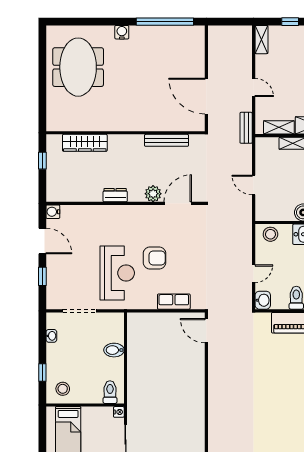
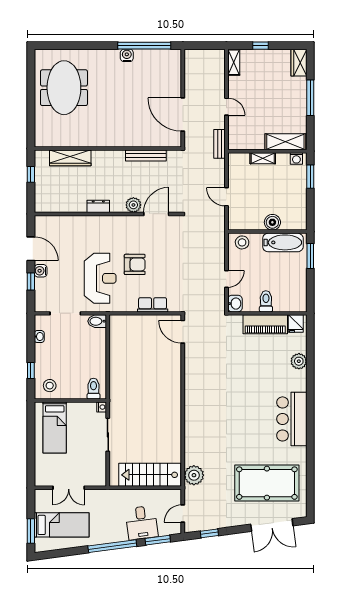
water cooler: (122, 32) -> (127, 55), moved
shelving: (279, 127) -> (250, 144), removed
water cooler: (53, 212) -> (41, 271), moved
bidet: (114, 350) -> (97, 321), moved

